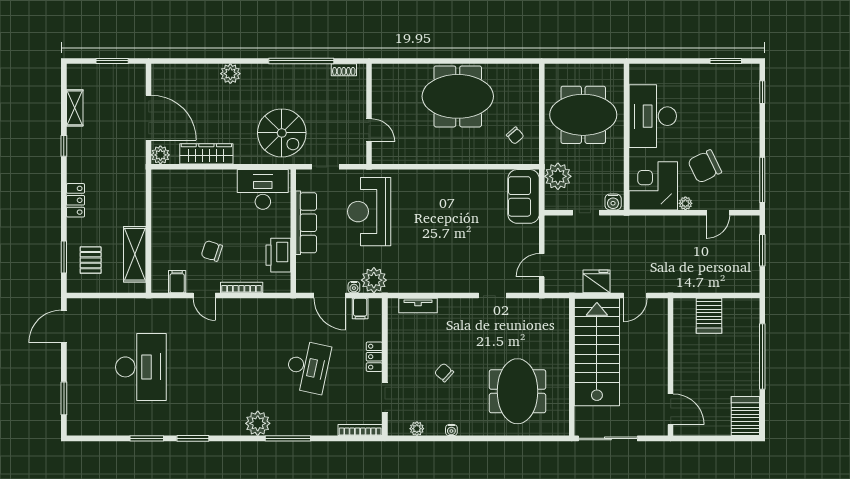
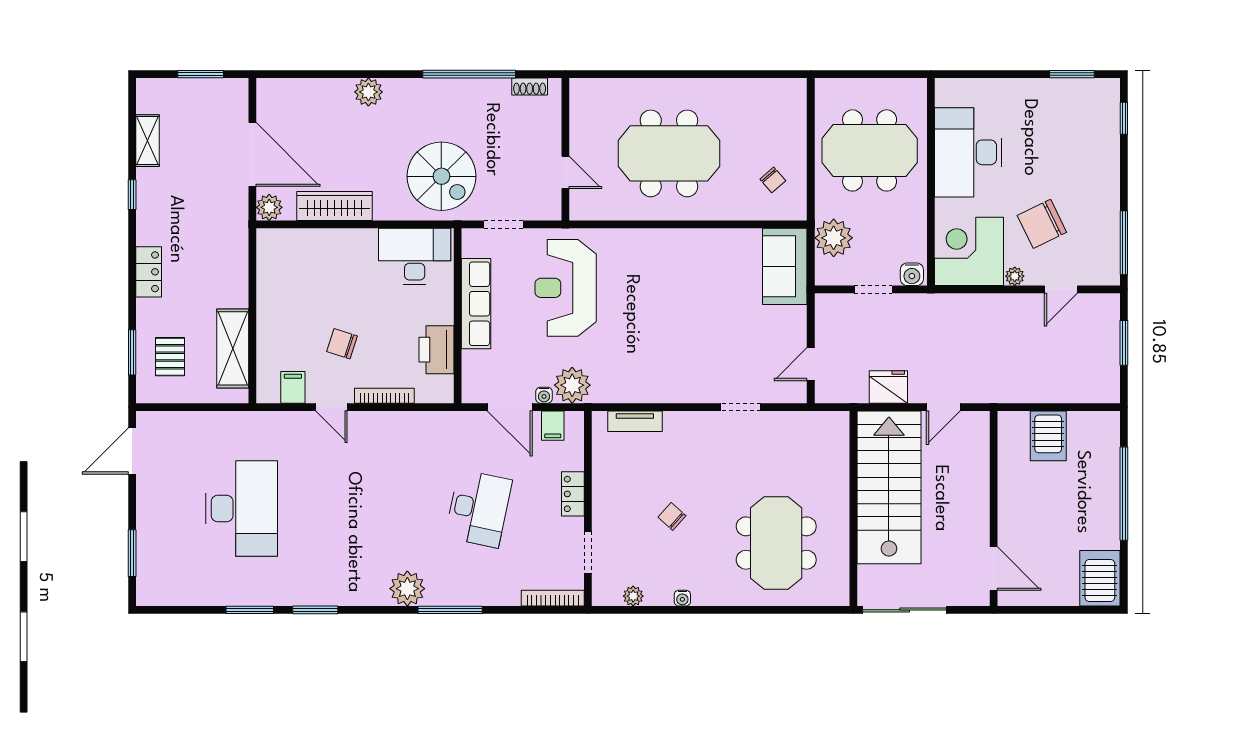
meeting table: (458, 96) -> (669, 153), moved

